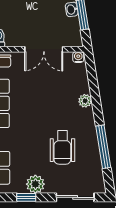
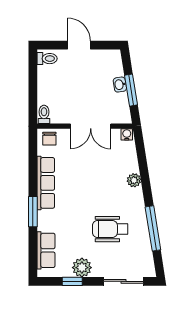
wheelchair: (62, 147) -> (110, 229), turned 90

